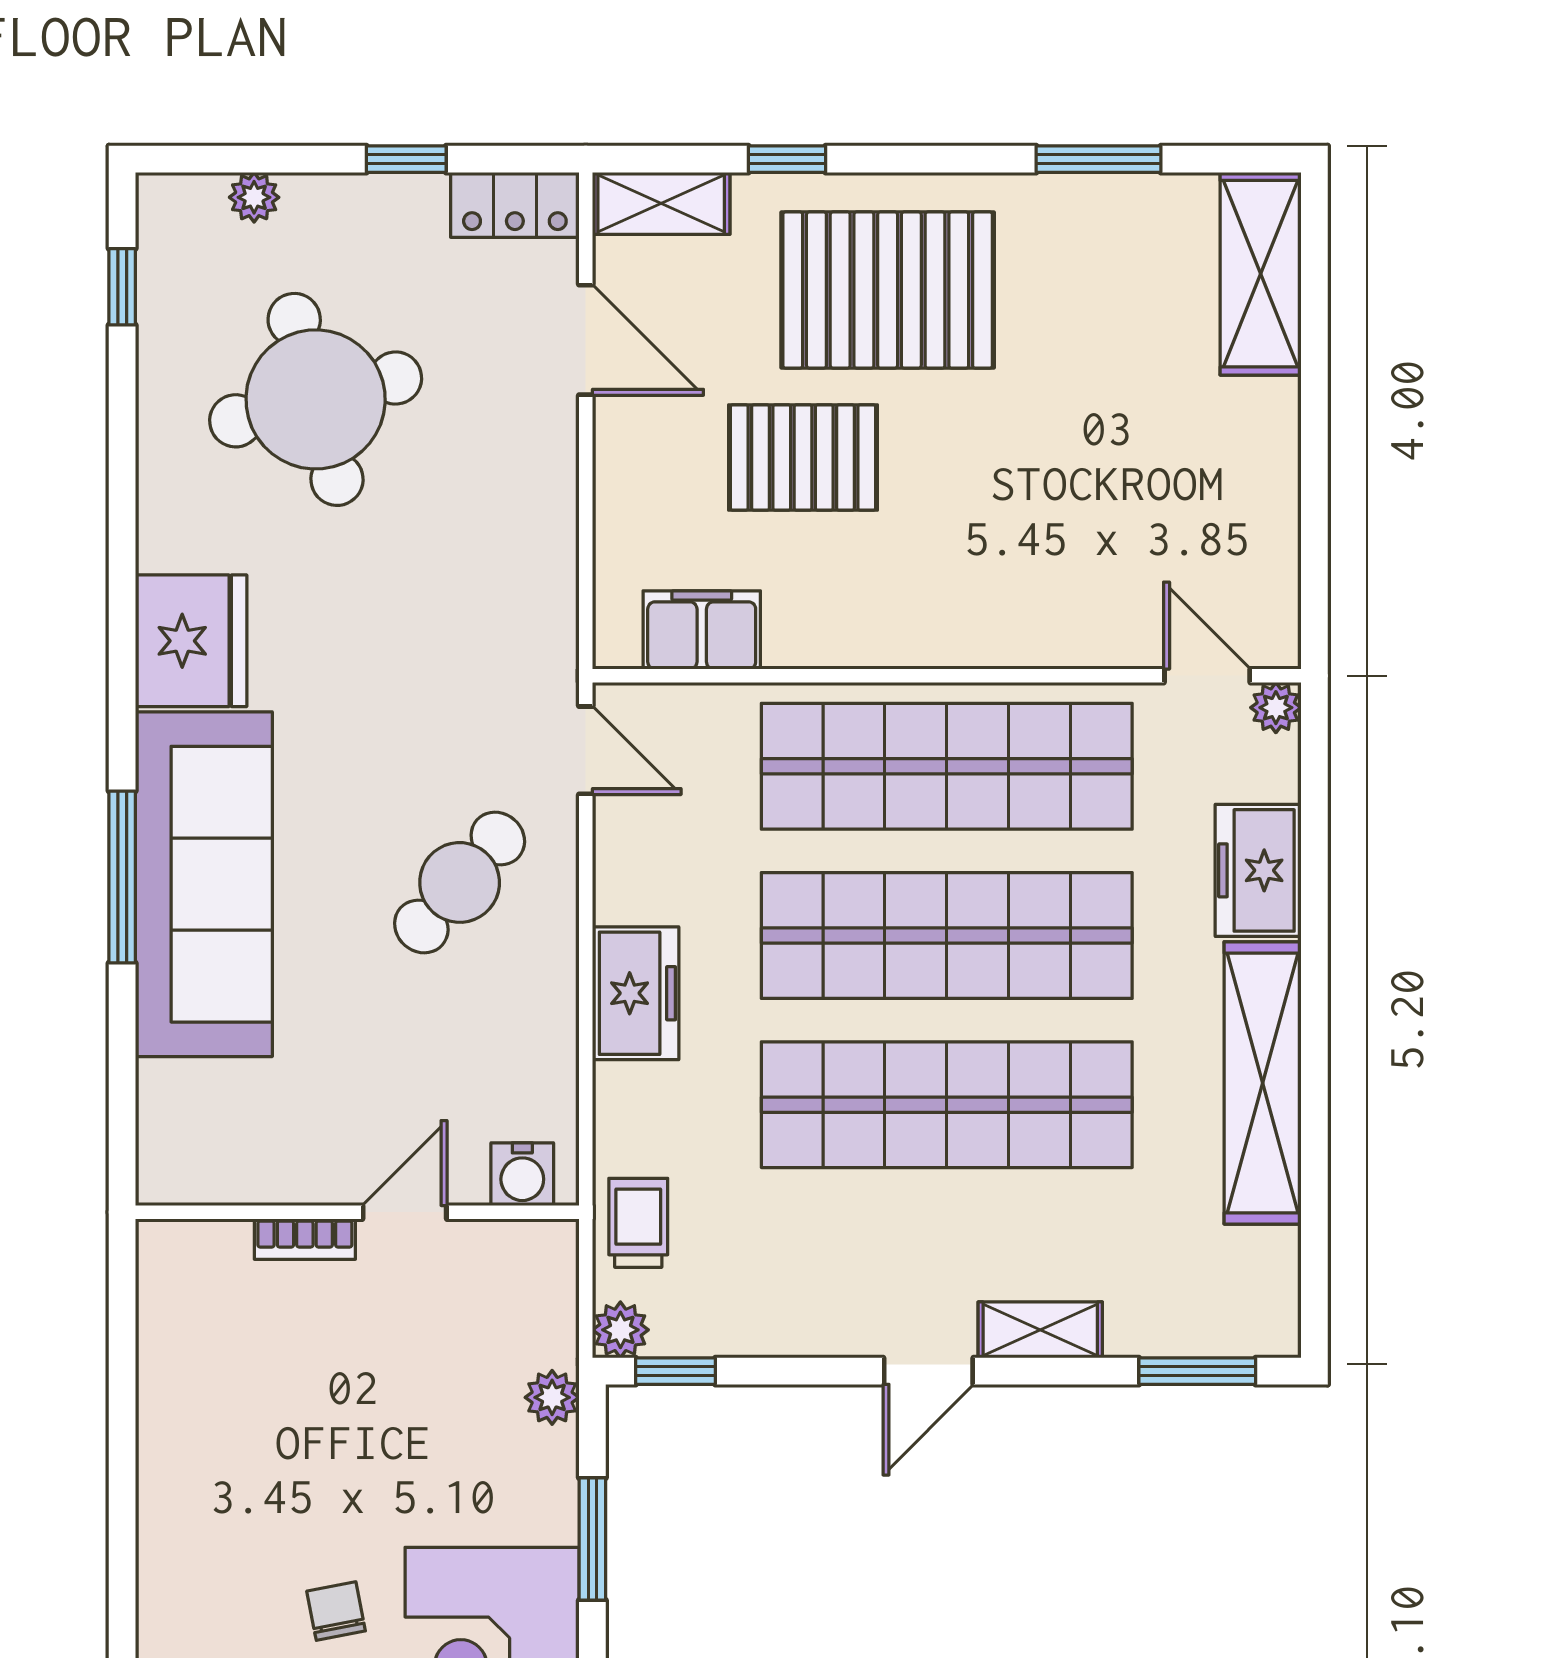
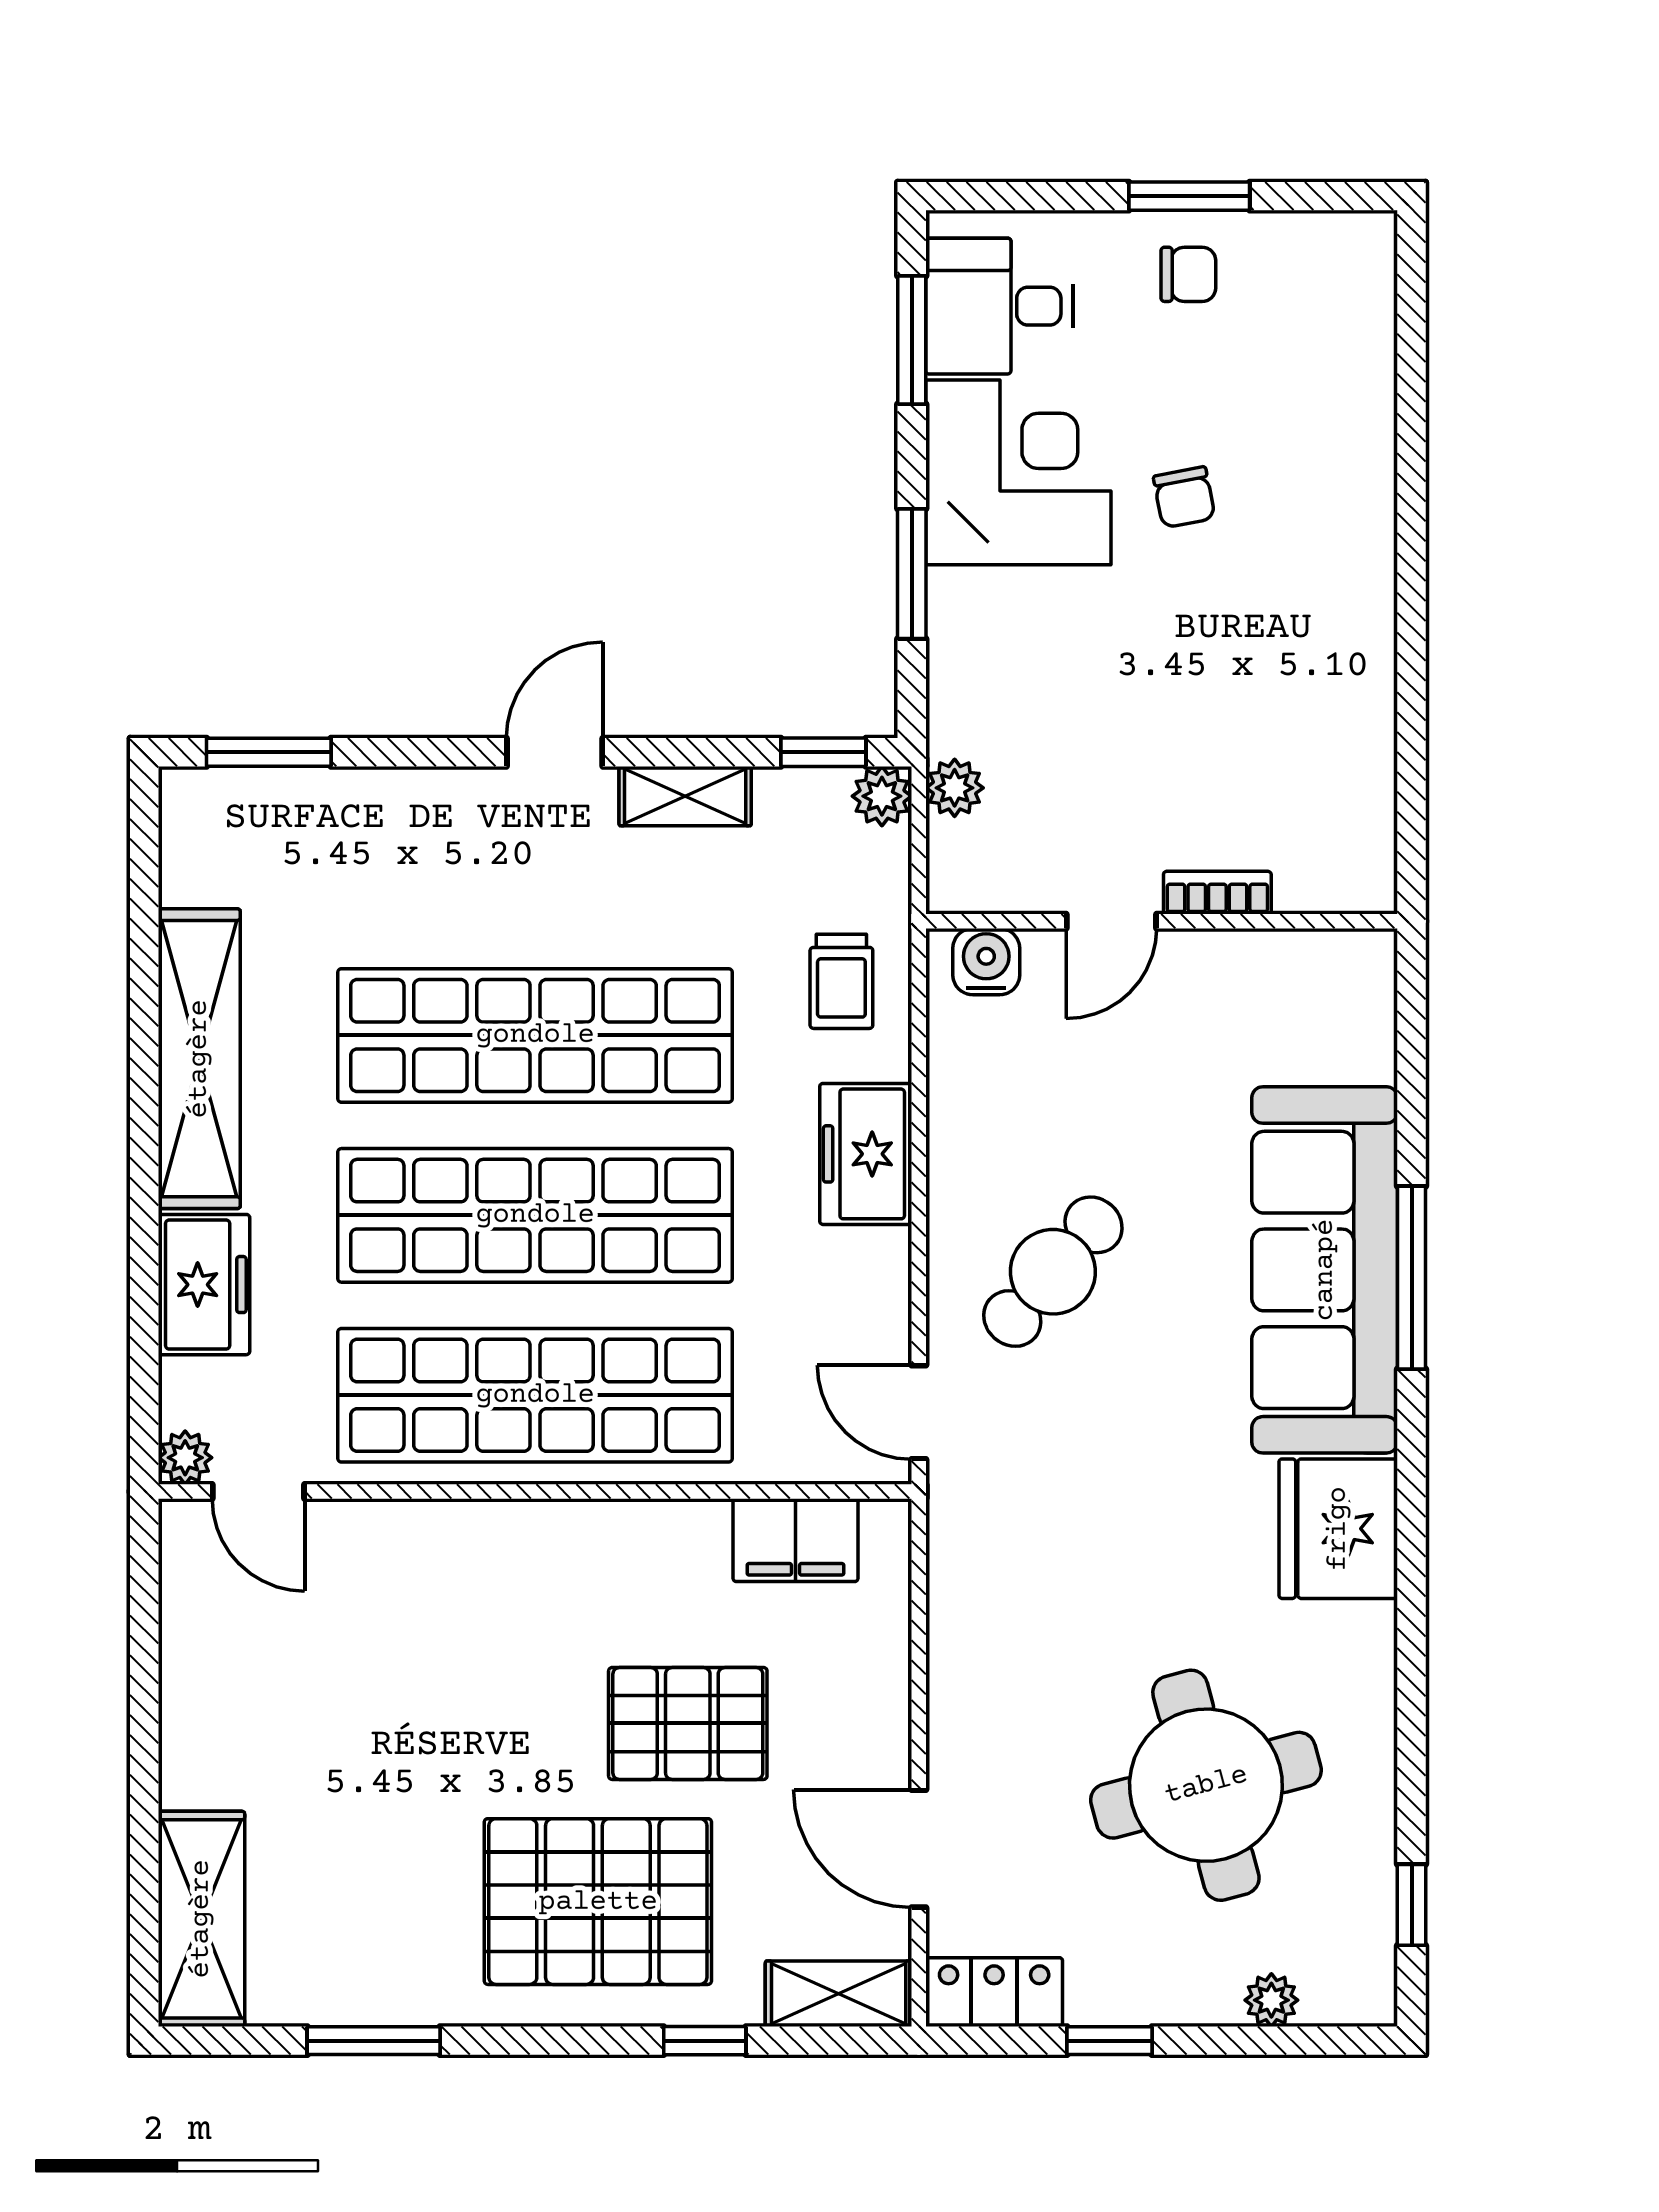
trolley: (638, 1223) -> (841, 981), moved
shelving: (1040, 1330) -> (685, 796), moved
plant: (552, 1397) -> (955, 788), moved

